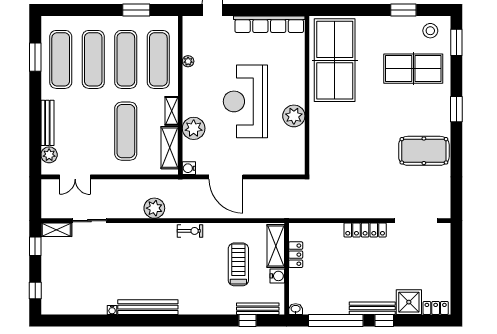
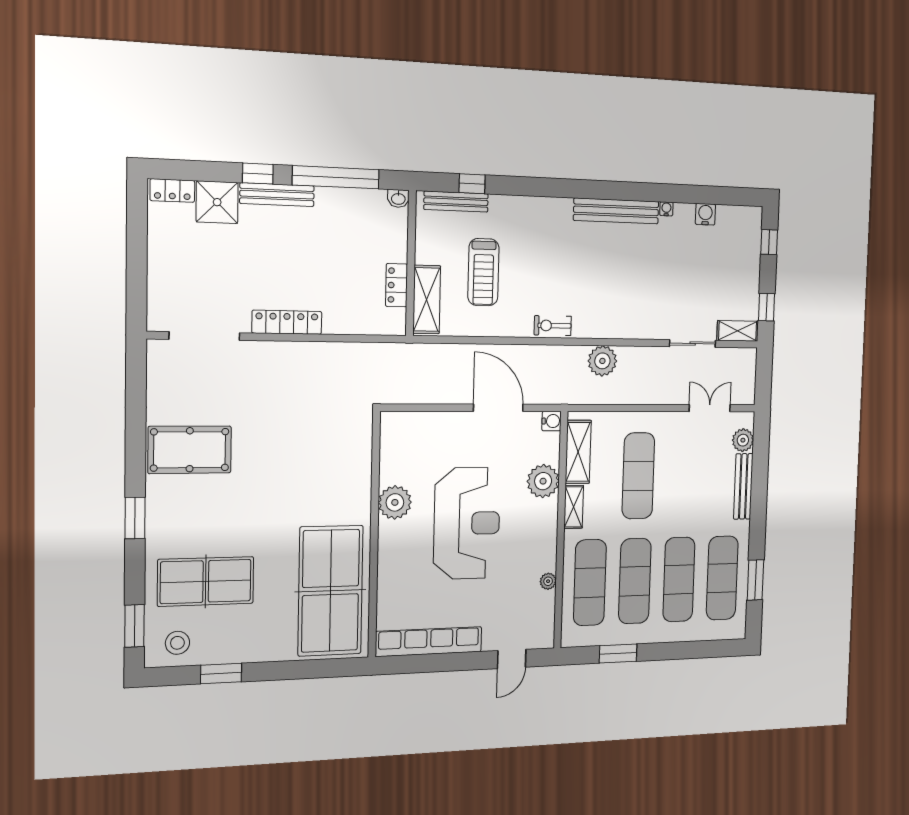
water cooler: (277, 276) -> (705, 214), moved, turned 90

